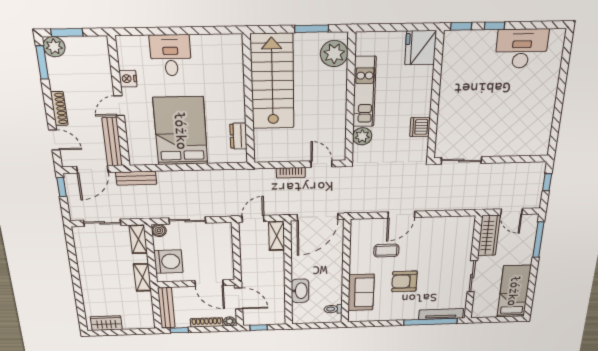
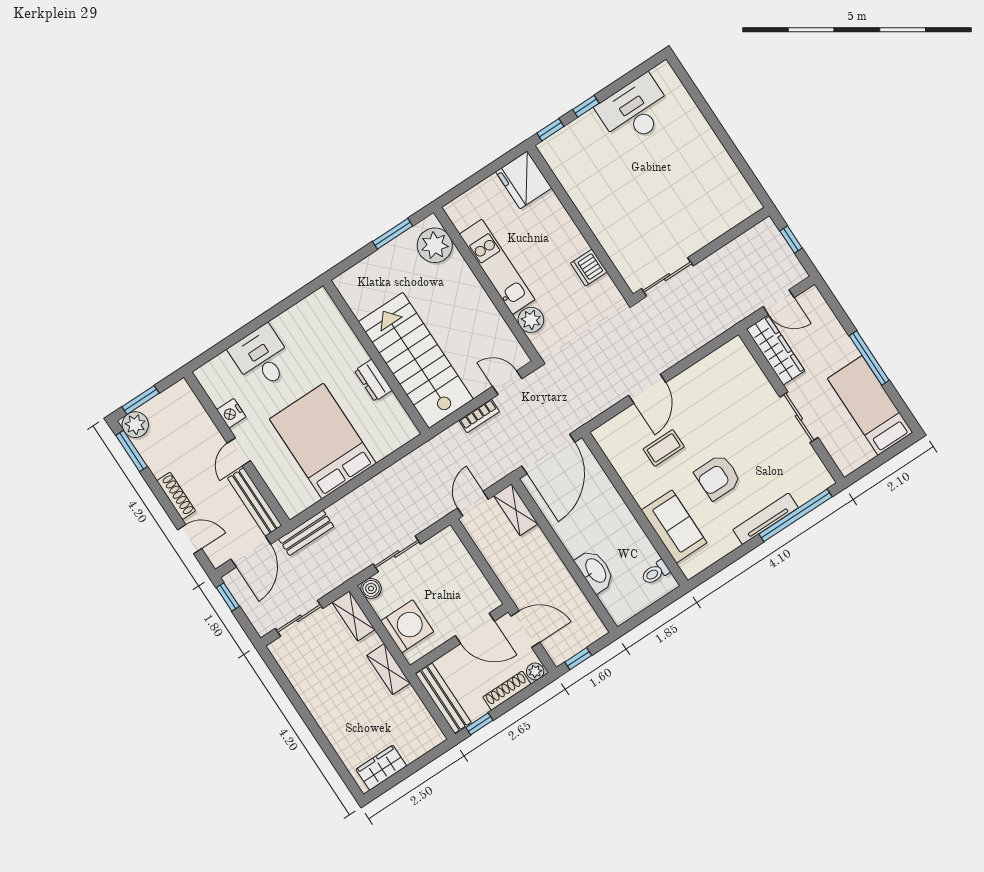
stairs: (272, 82) -> (416, 360), moved
dresser: (238, 136) -> (373, 380), moved
window: (538, 240) -> (869, 358), moved
tv unit: (441, 314) -> (766, 519), moved

